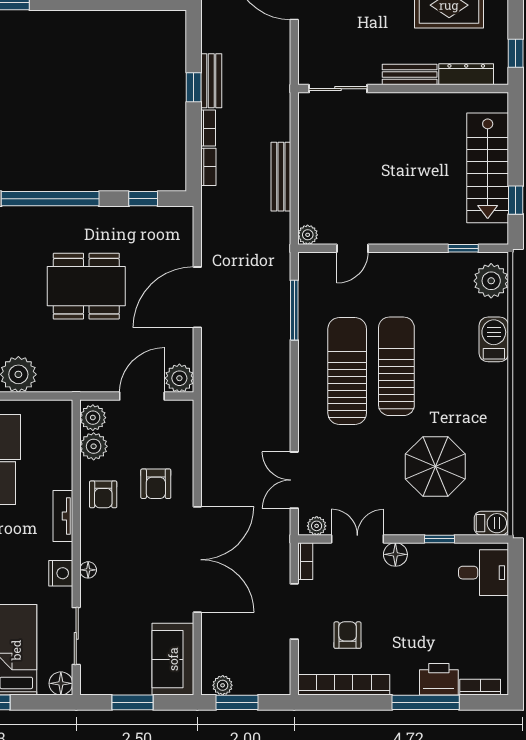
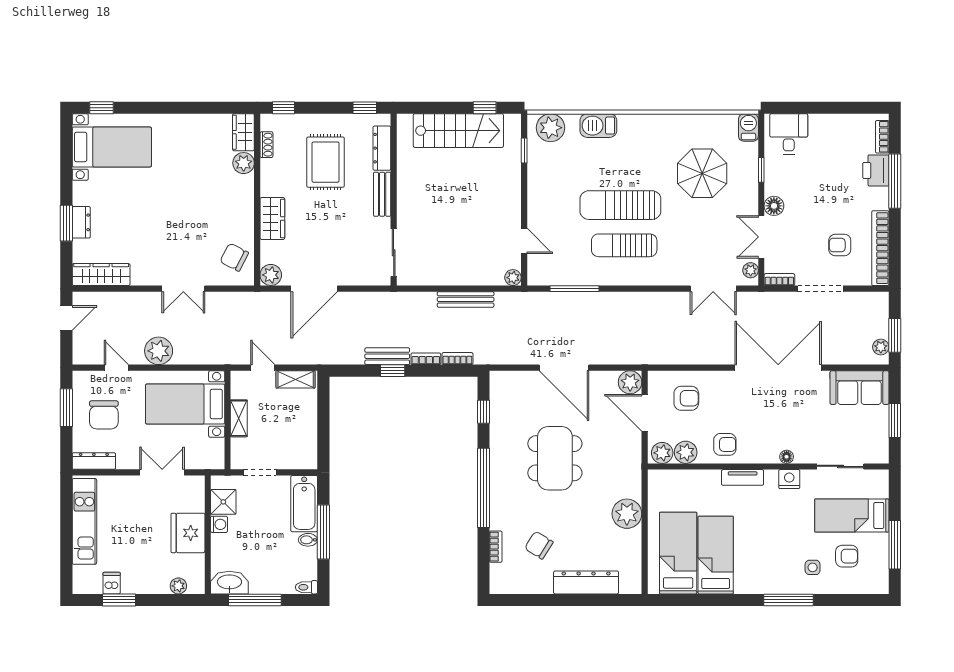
sun lounger: (347, 371) -> (624, 245), width x0.73, depth x0.75
armchair: (156, 484) -> (686, 398), moved
floor lamp: (61, 683) -> (879, 479), removed

